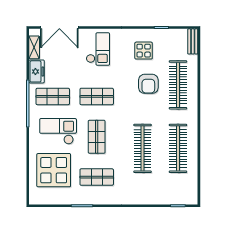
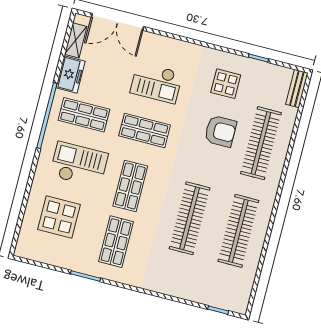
checkout: (98, 49) -> (156, 83), moved, turned 90
armchair: (148, 84) -> (220, 131), turned -90
display table: (54, 170) -> (59, 217), width x0.73, depth x0.73
shop shelf: (97, 177) -> (116, 242), turned 90

